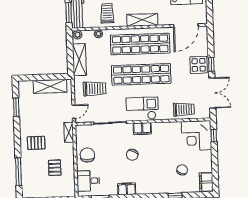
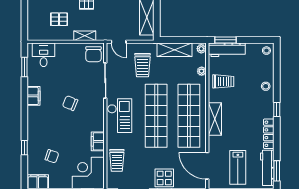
filing cabinet: (142, 129) -> (98, 141), moved
shelving: (69, 132) -> (85, 36), moved
chair: (87, 155) -> (94, 54), moved, turned 90

